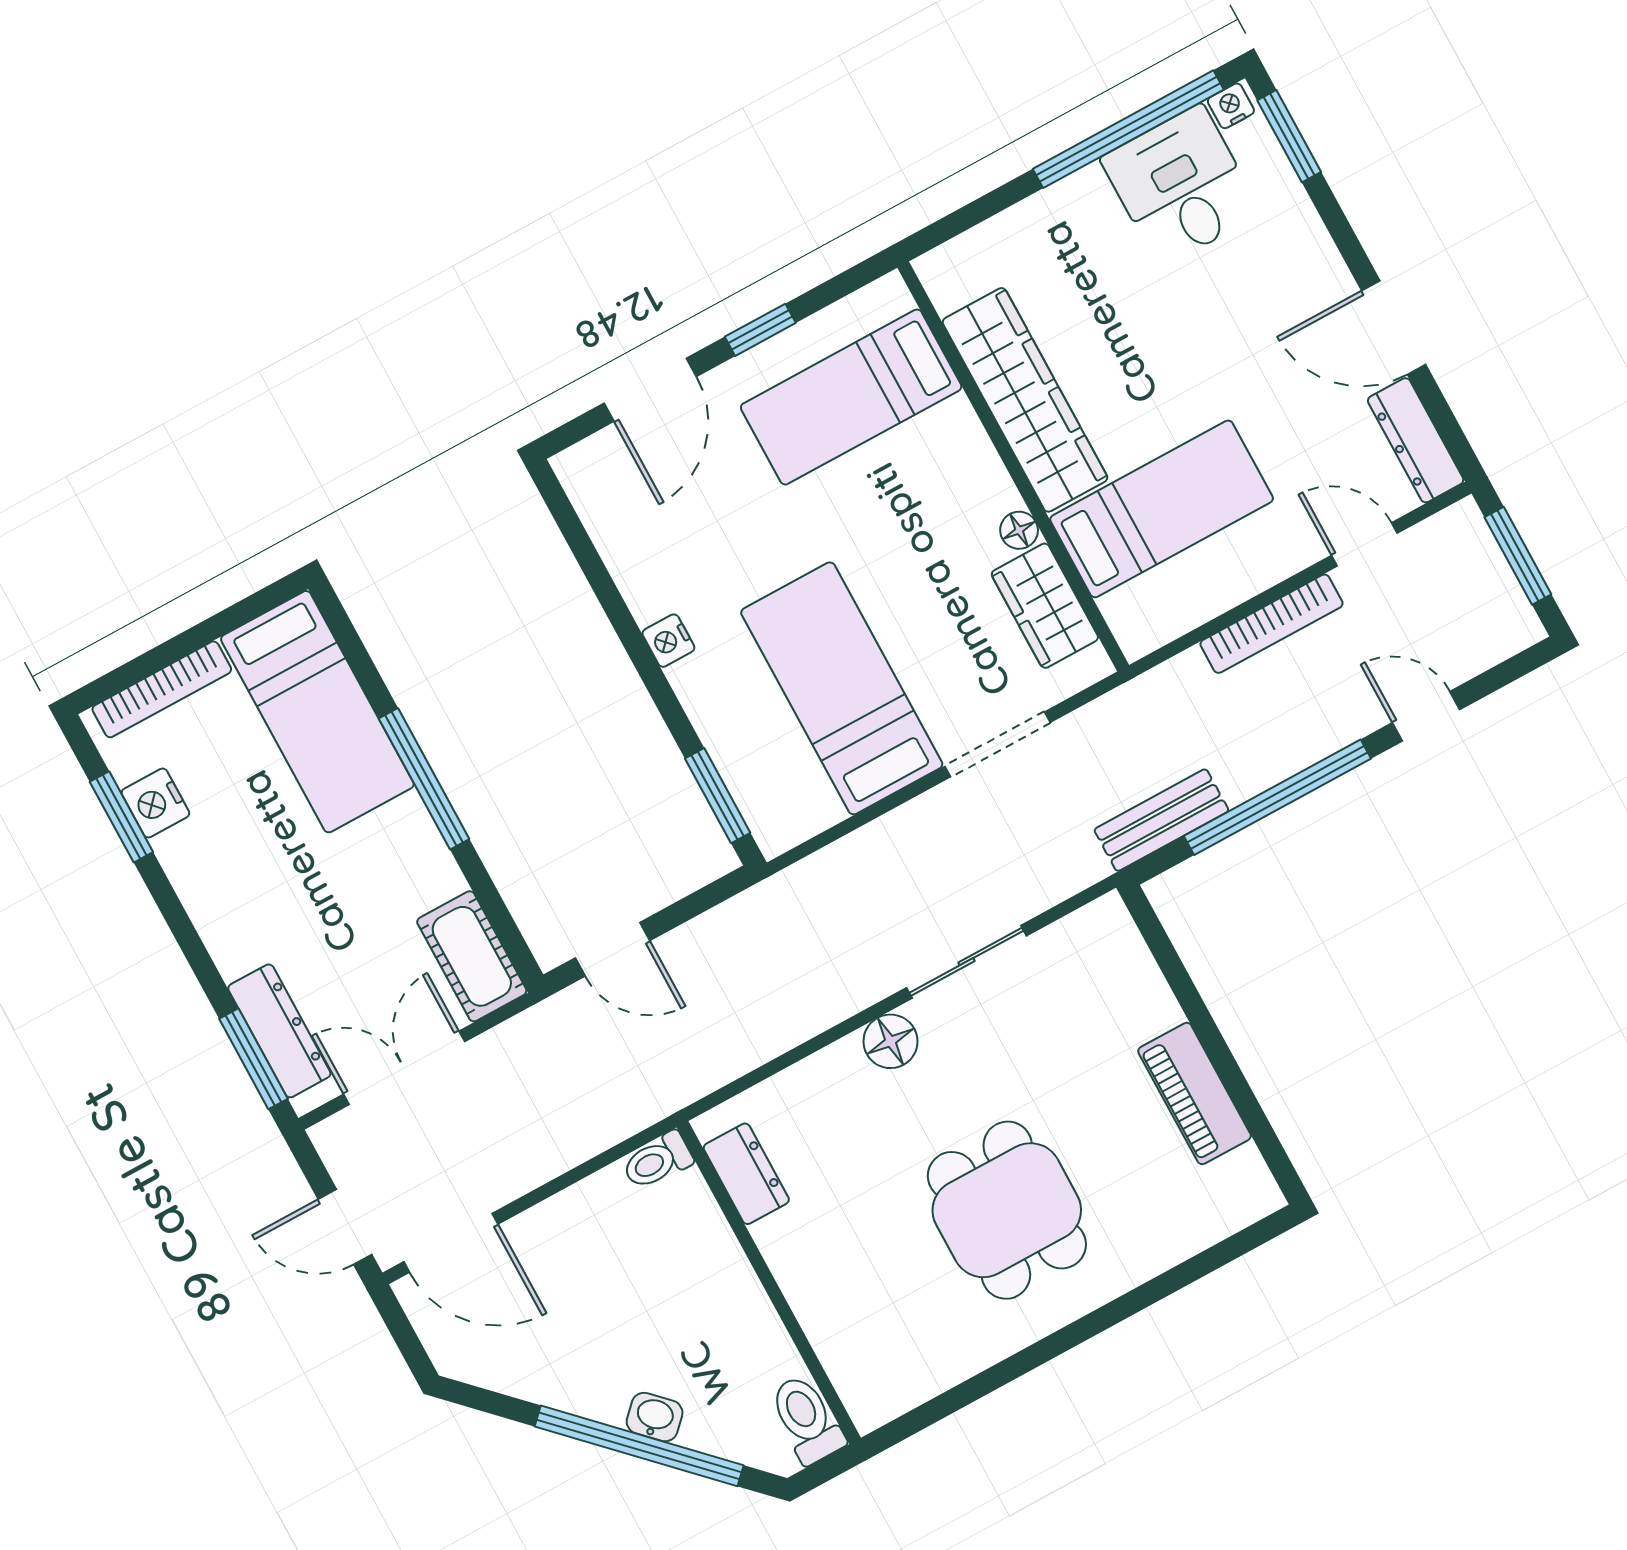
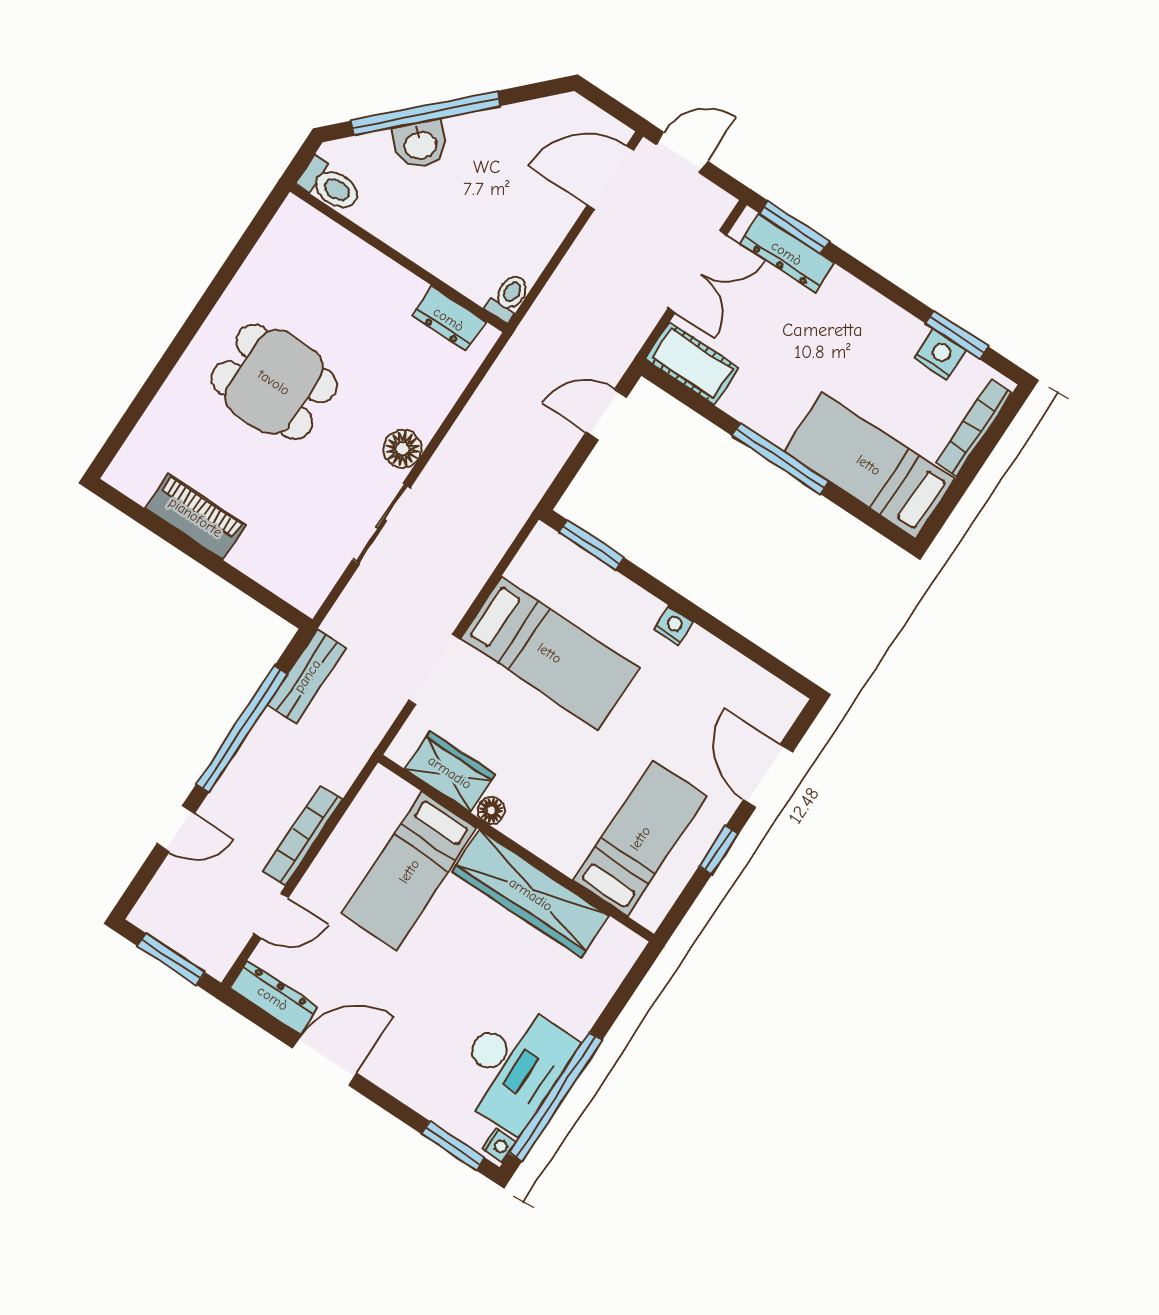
desk: (1181, 186) -> (513, 1066), width x1.37
washbasin: (655, 1417) -> (420, 144), width x1.38, depth x1.45

